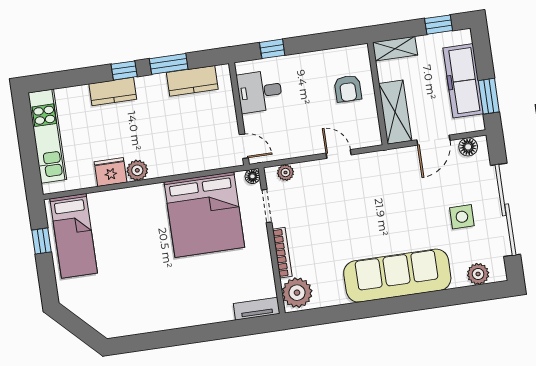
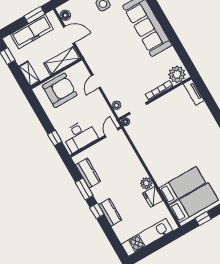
armchair: (348, 89) -> (60, 90), width x1.88, depth x1.88
desk: (260, 91) -> (80, 136), width x1.37
bed: (204, 215) -> (182, 185), moved, width x0.49

